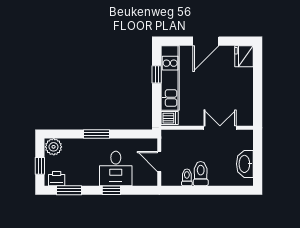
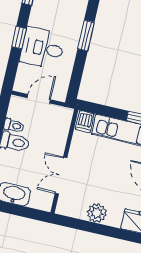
plant: (245, 90) -> (97, 213), added
double door: (220, 128) -> (61, 176), swing flipped

